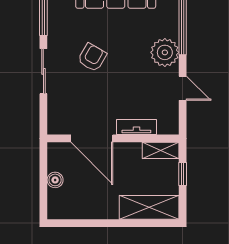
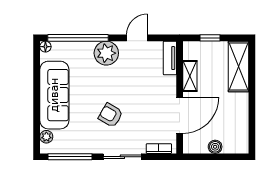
bookcase: (53, 114) -> (159, 149), added
tv unit: (136, 127) -> (170, 58), moved
shelving: (161, 150) -> (190, 76), moved

